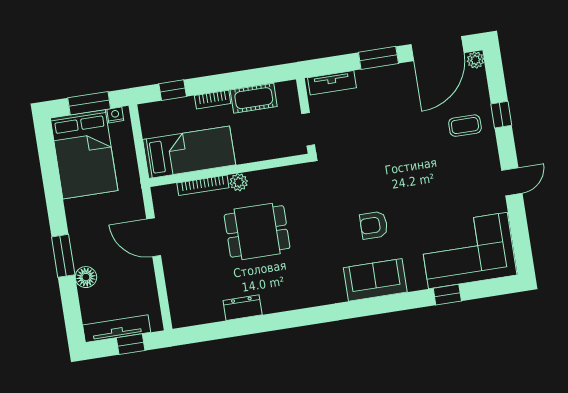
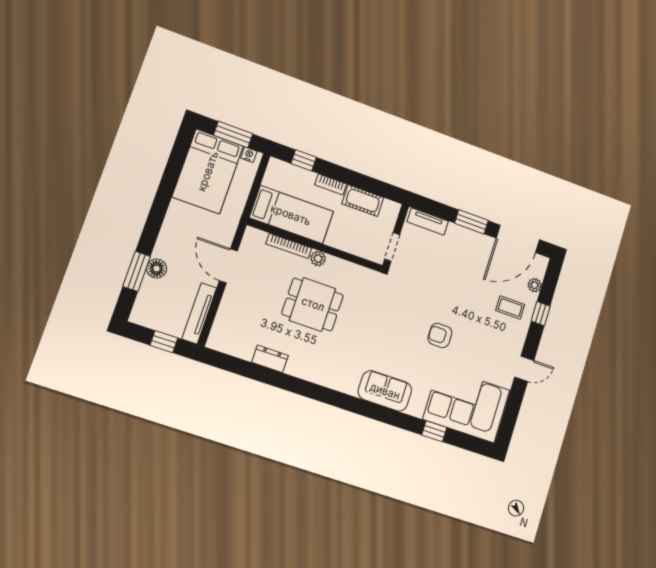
plant: (475, 60) -> (535, 285), moved
armchair: (374, 225) -> (440, 335), moved
window: (63, 256) -> (137, 271), moved
tv unit: (117, 329) -> (199, 313), moved, turned -90

